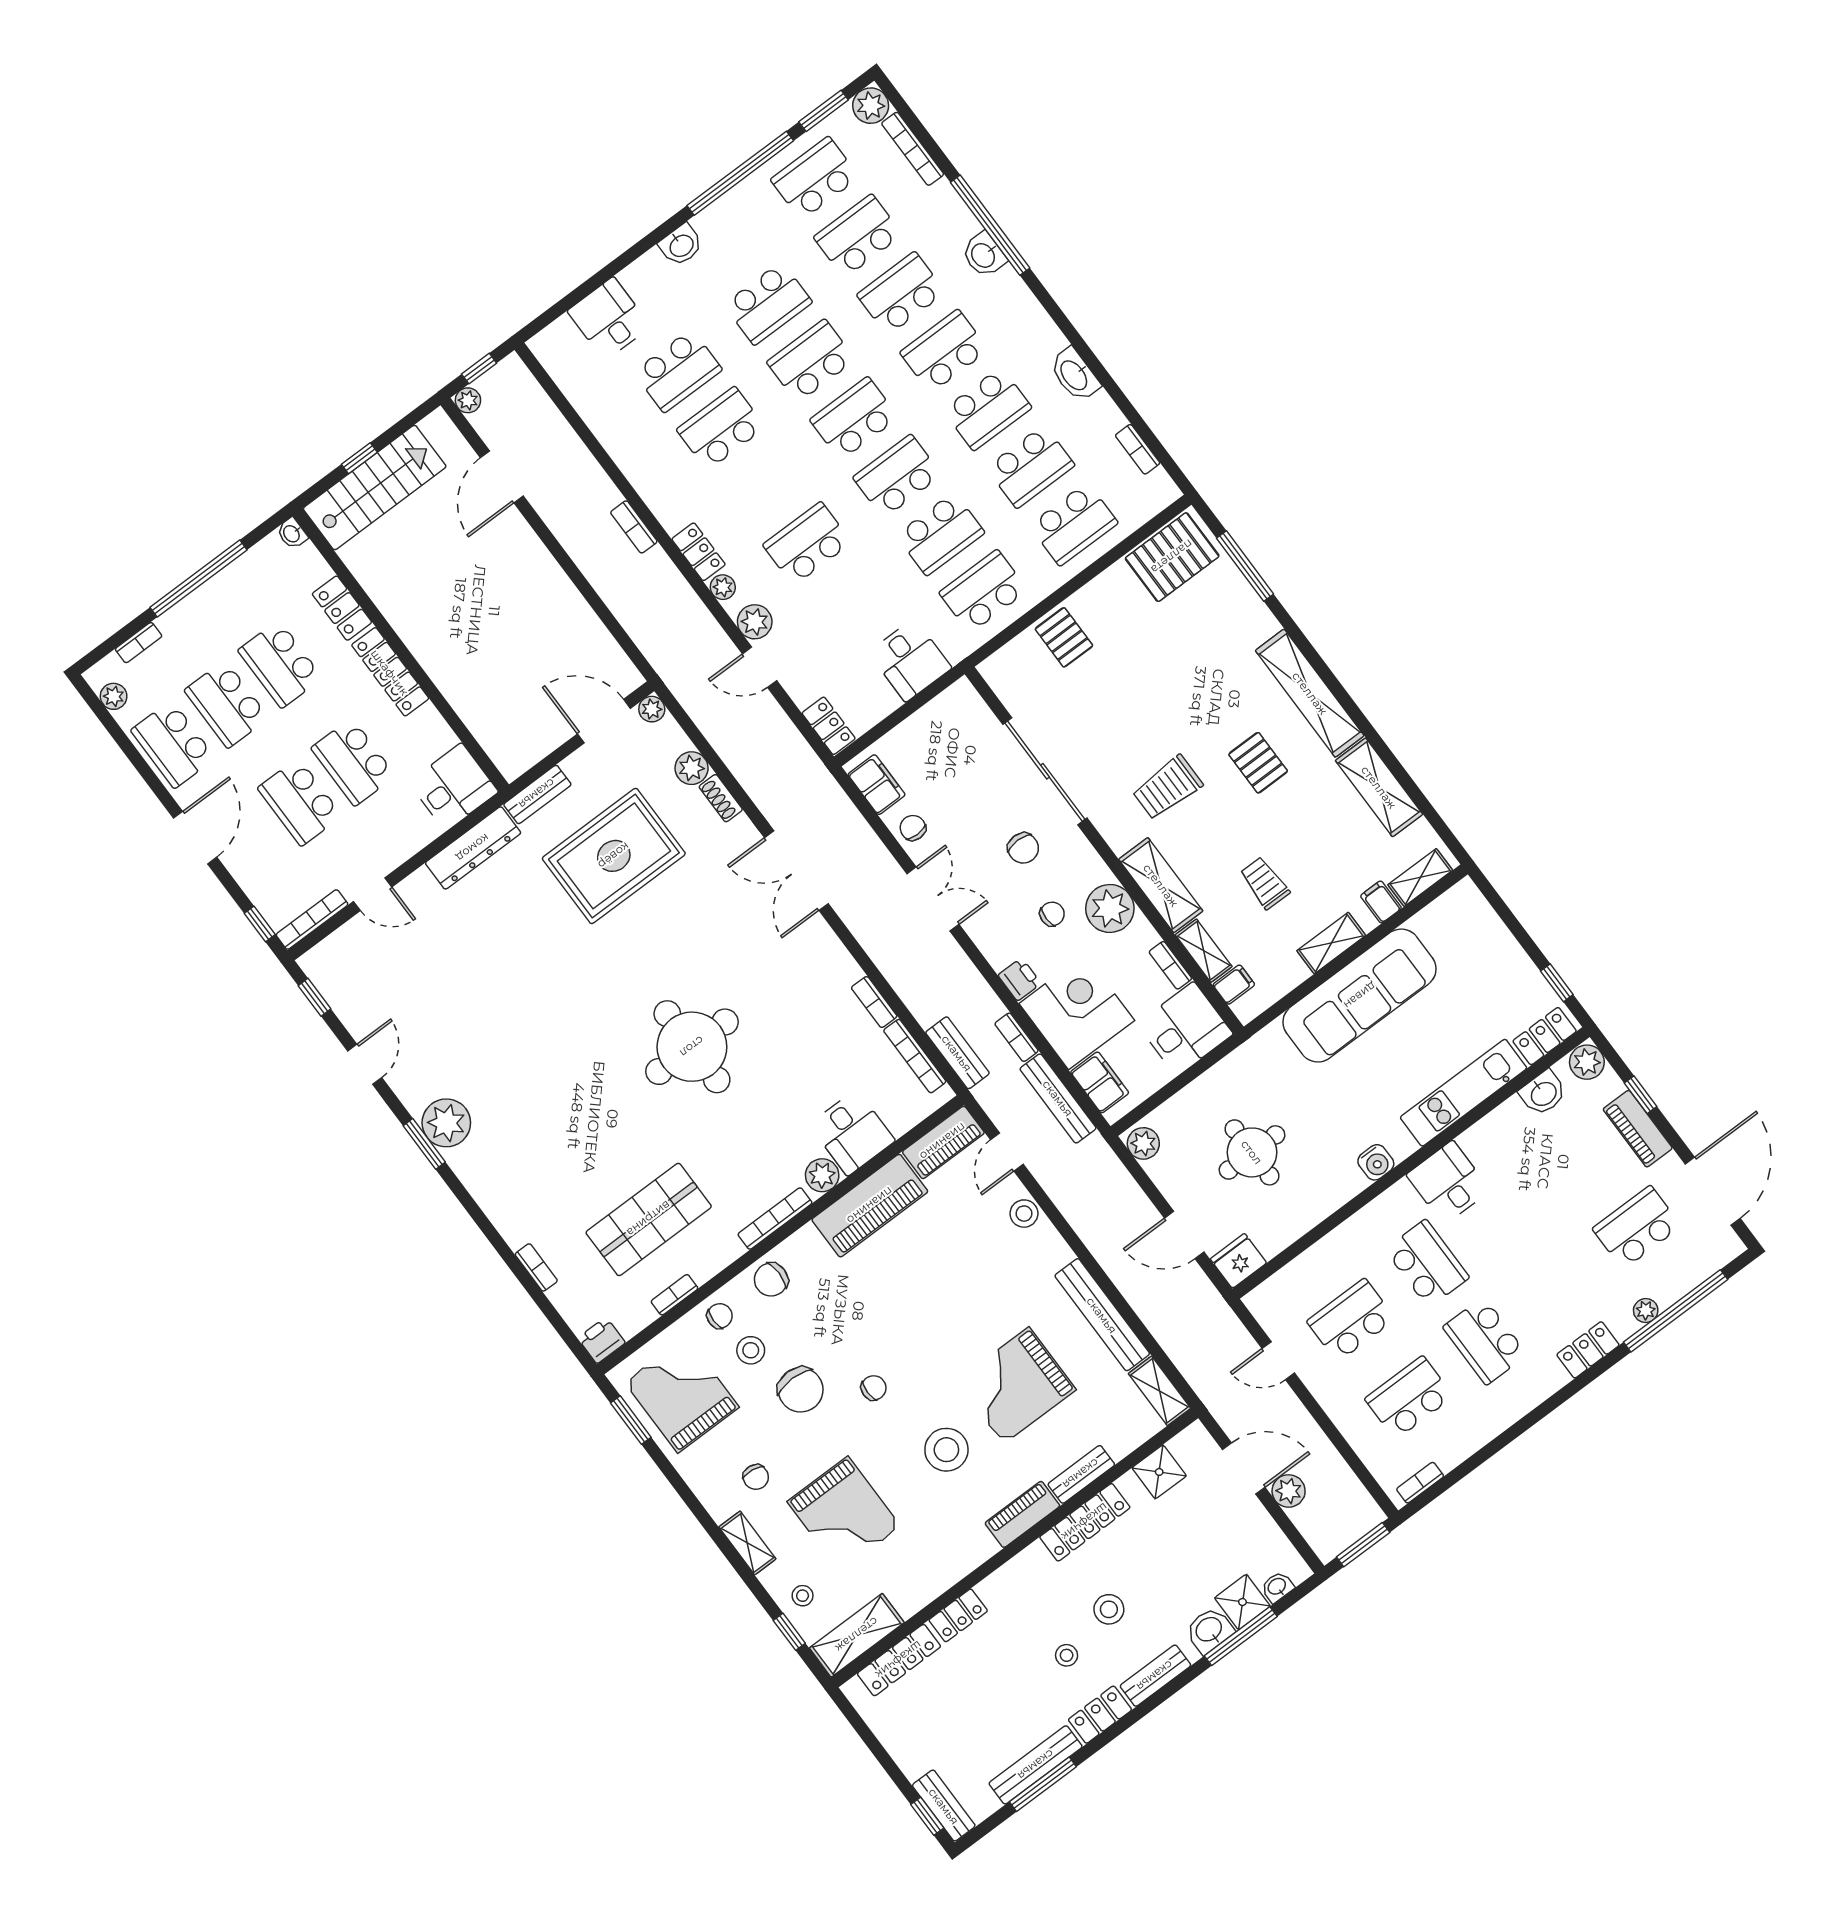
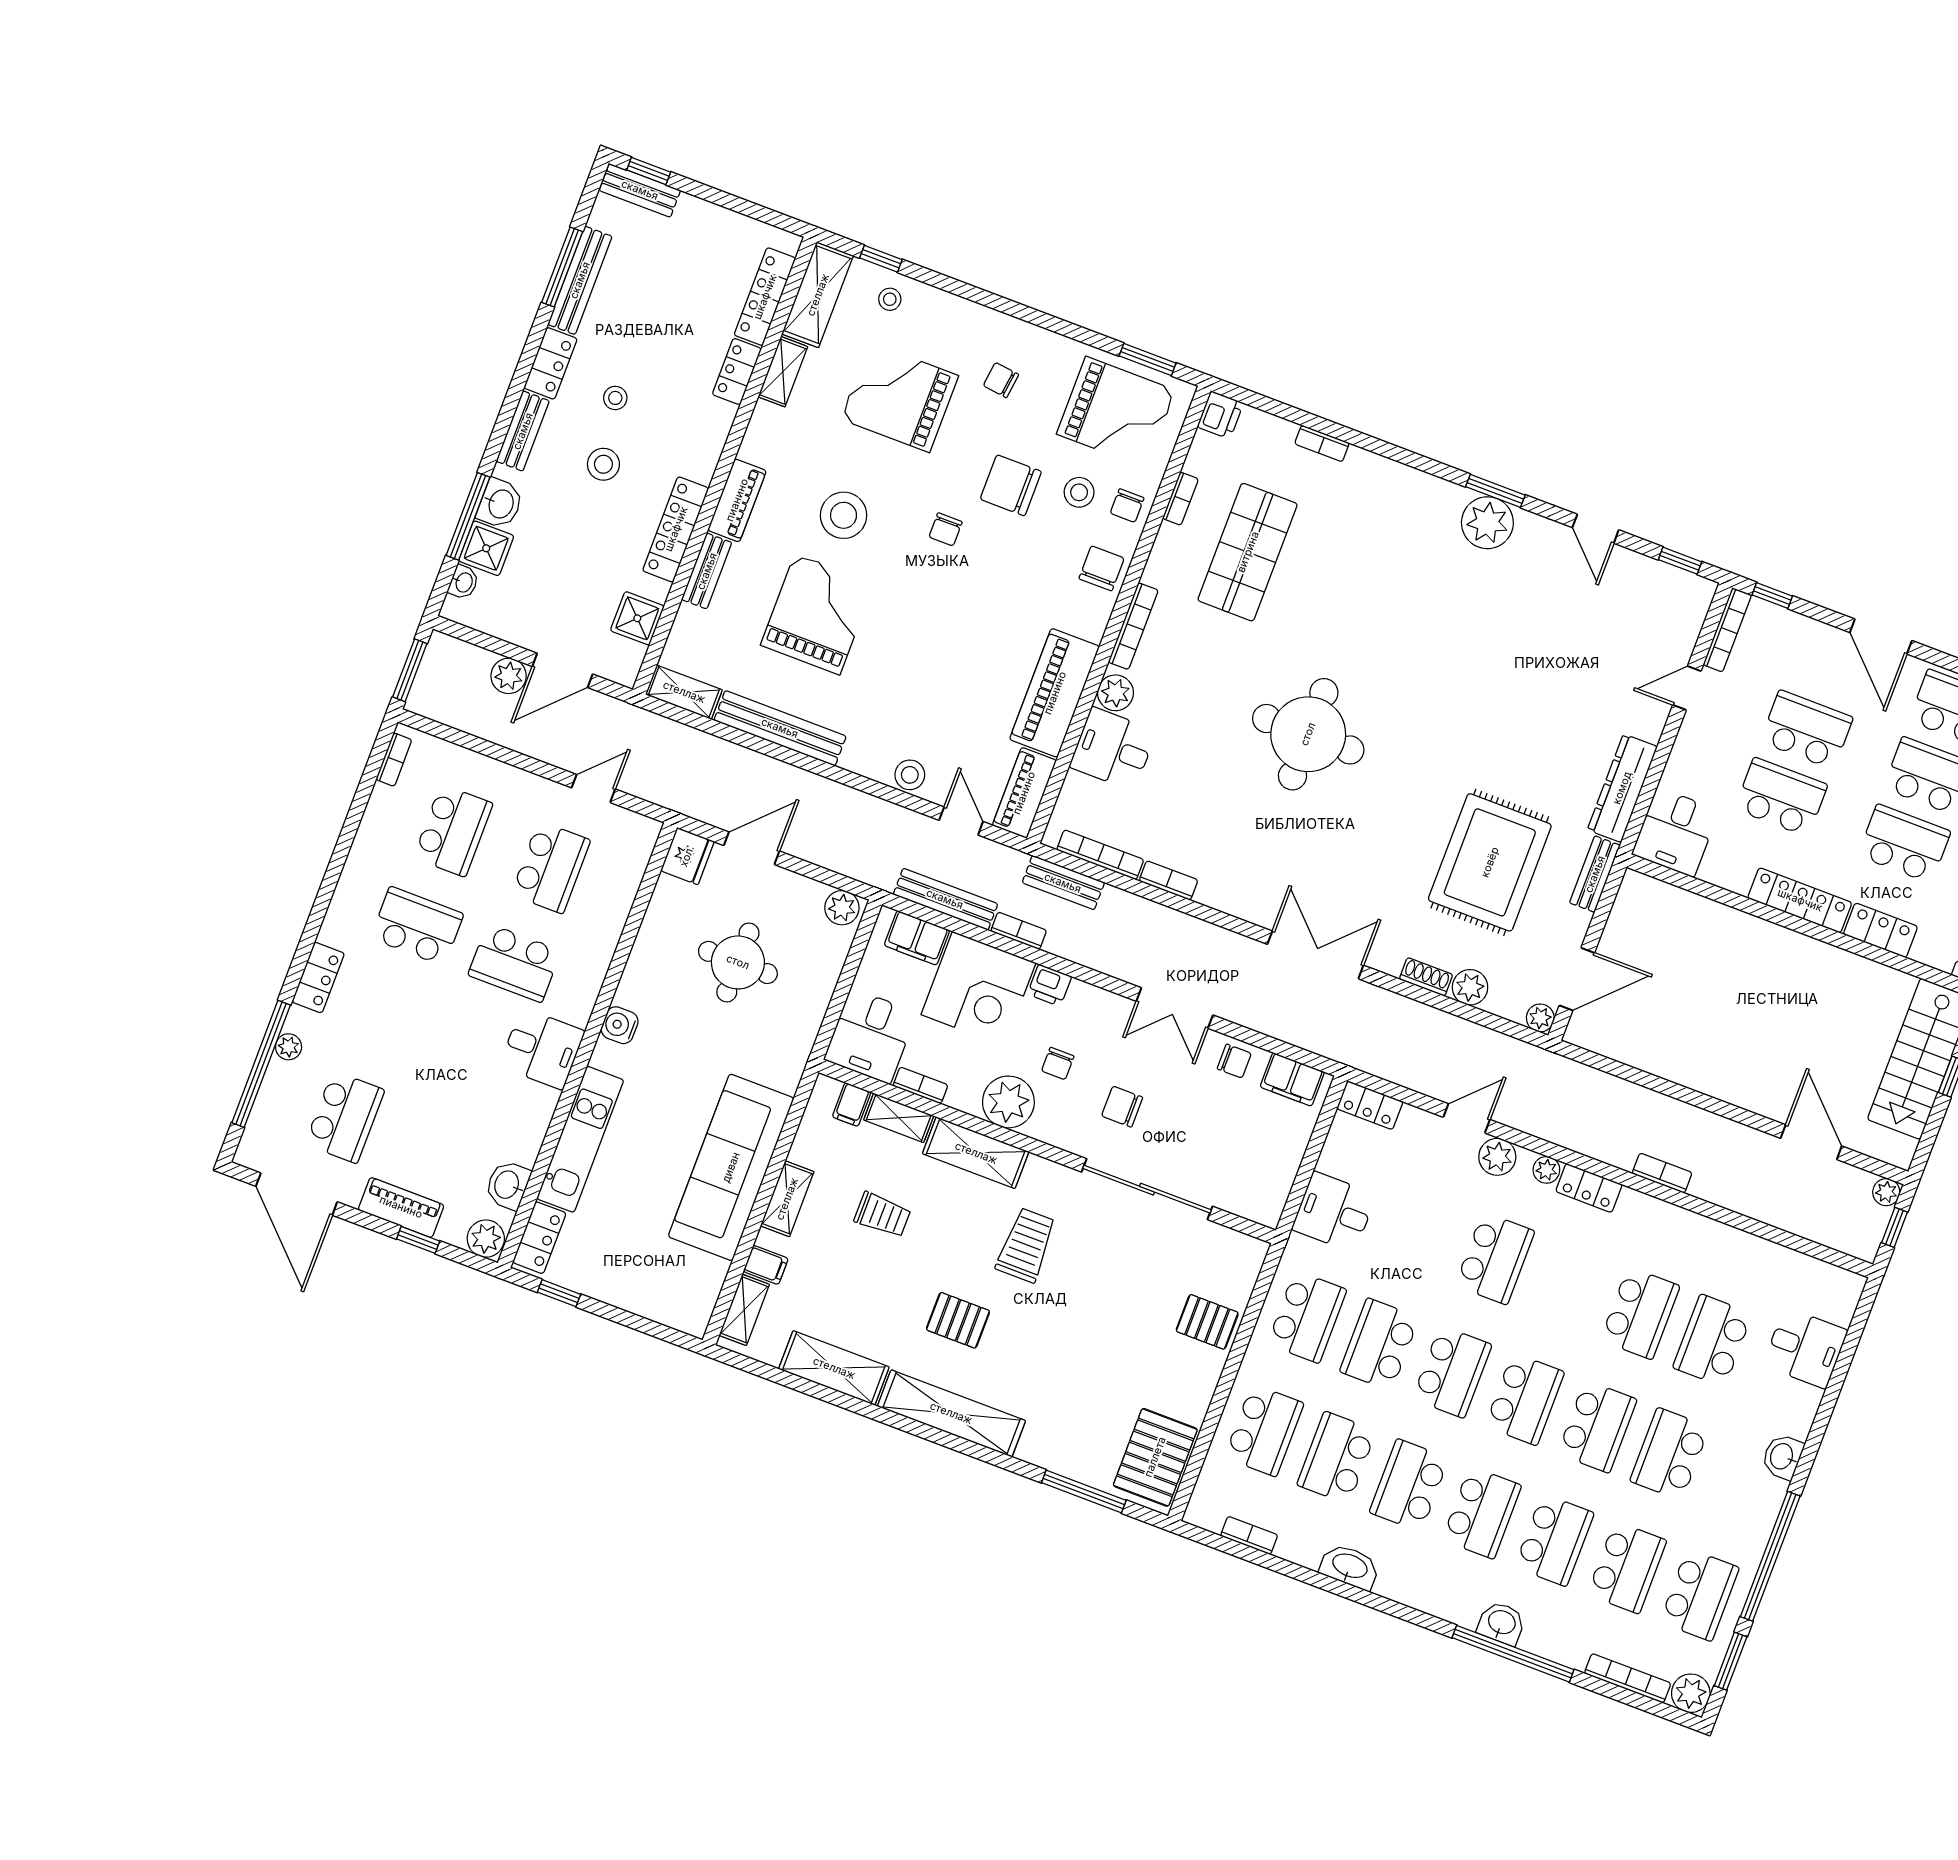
school desk: (1074, 524) -> (1264, 1430), turned 180
shelving: (747, 1543) -> (783, 372), moved, turned 90

